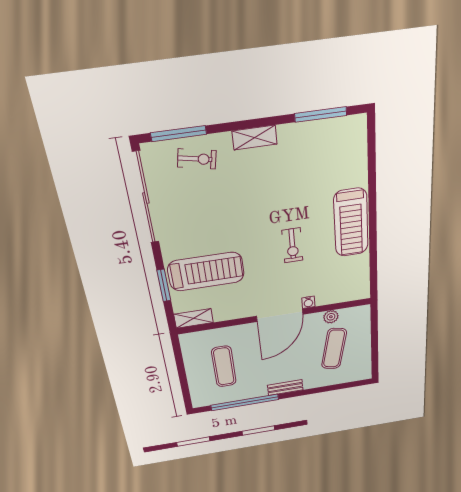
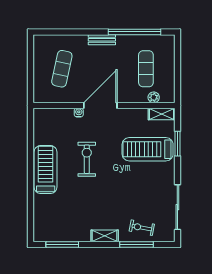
window: (179, 134) -> (136, 245), moved
sliding door: (146, 198) -> (177, 207), width x0.73
exercise bike: (292, 245) -> (87, 159), width x1.38, depth x1.39
plant: (331, 317) -> (154, 97), moved

